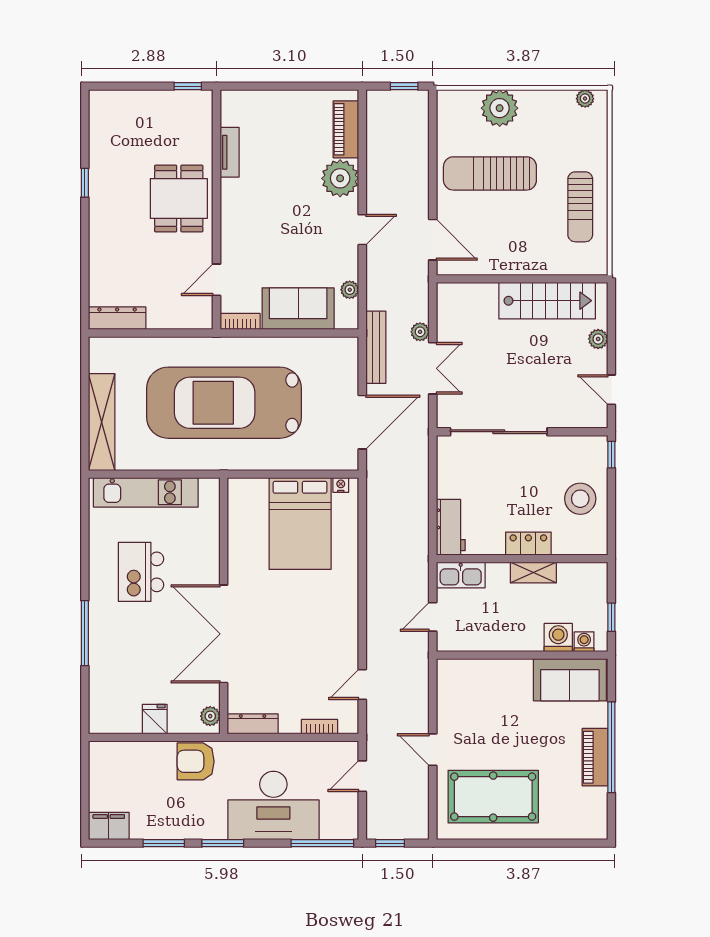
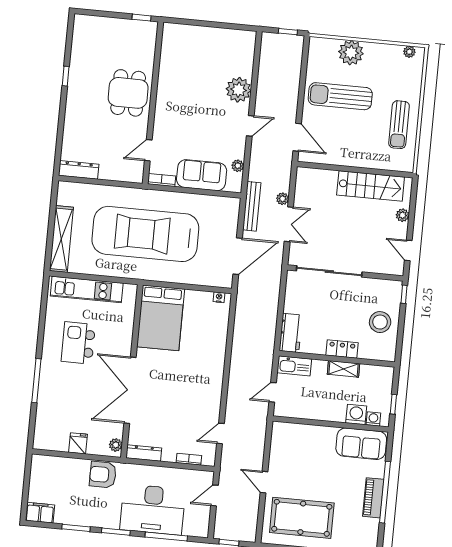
piano: (346, 129) -> (246, 57), removed
tv unit: (230, 152) -> (165, 65), removed
bed: (300, 524) -> (161, 318), moved
window: (322, 843) -> (166, 537), moved

